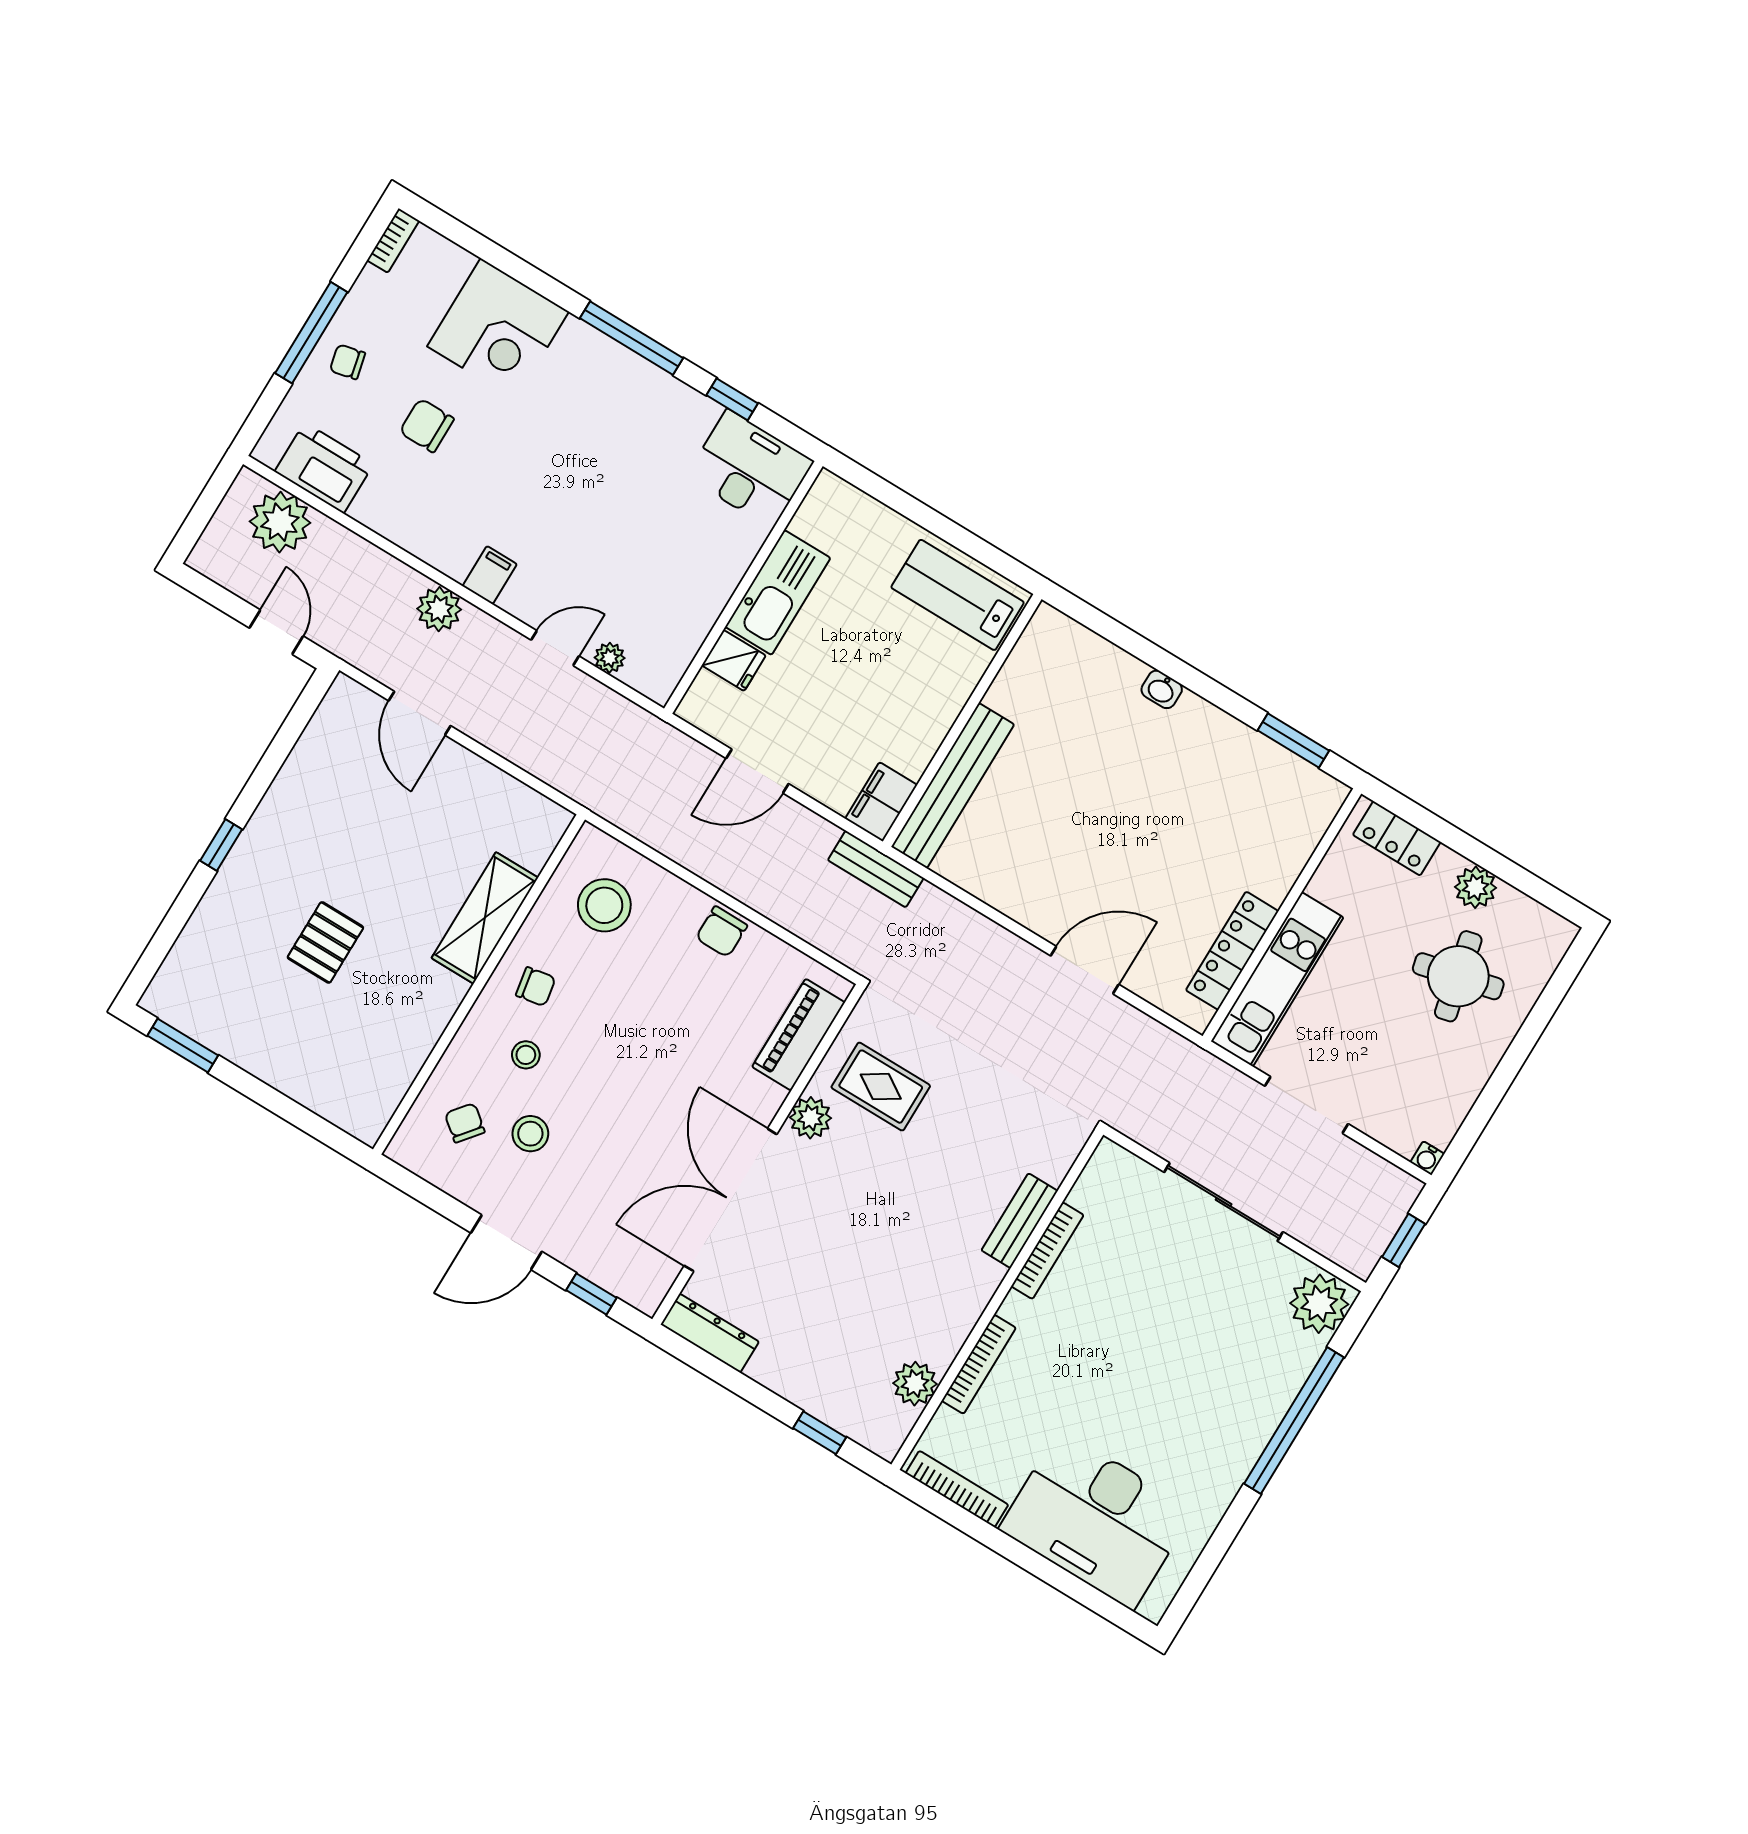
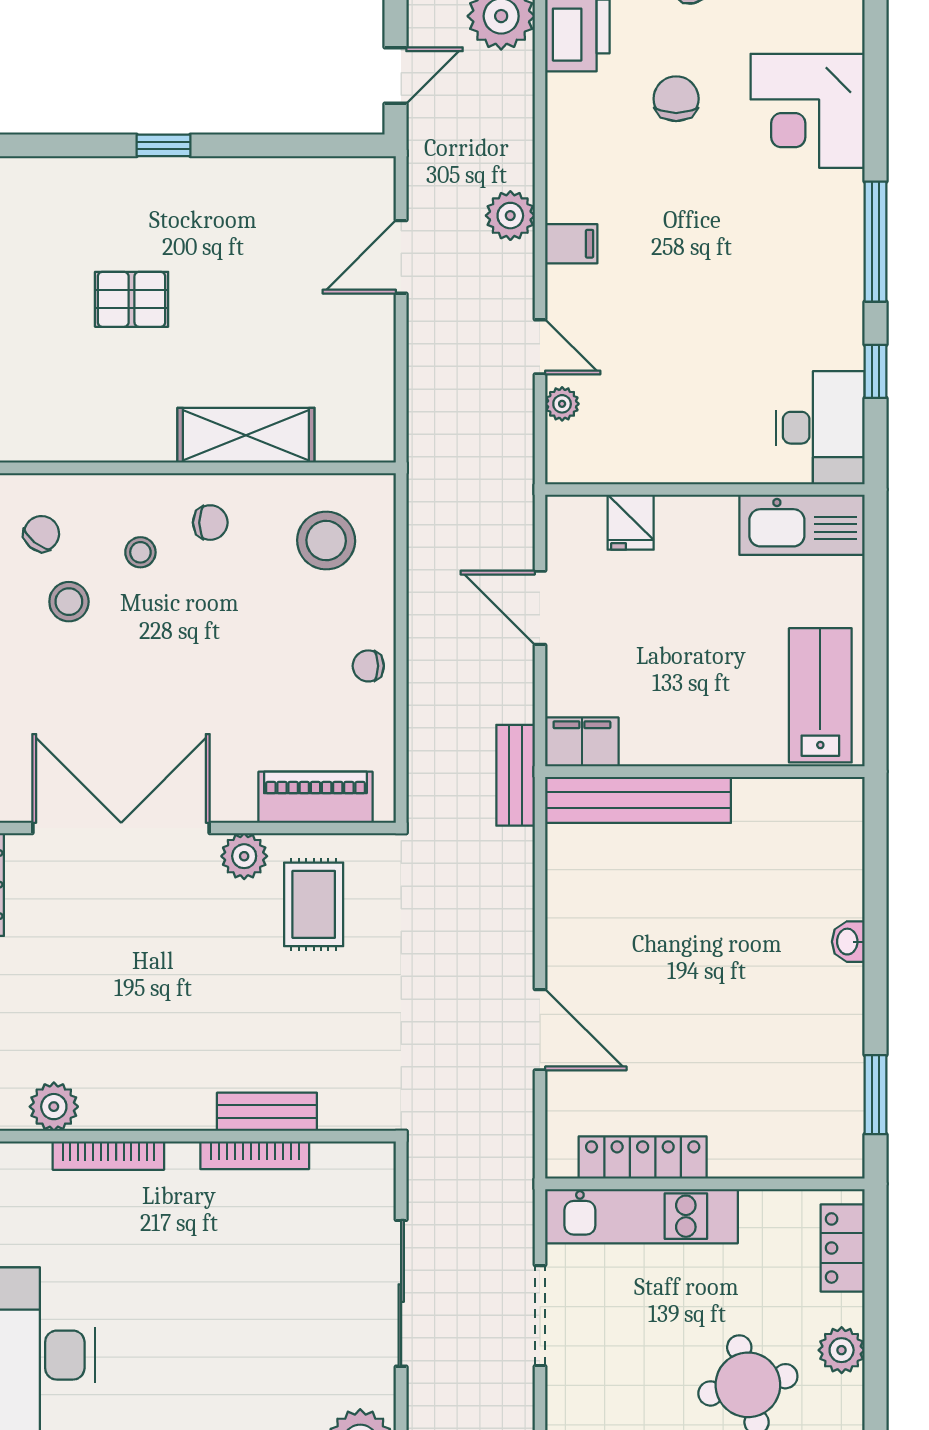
kitchen sink: (778, 592) -> (802, 525), moved
chair: (721, 932) -> (368, 666), width x0.73, depth x0.73
chair: (536, 987) -> (210, 523), turned -80

